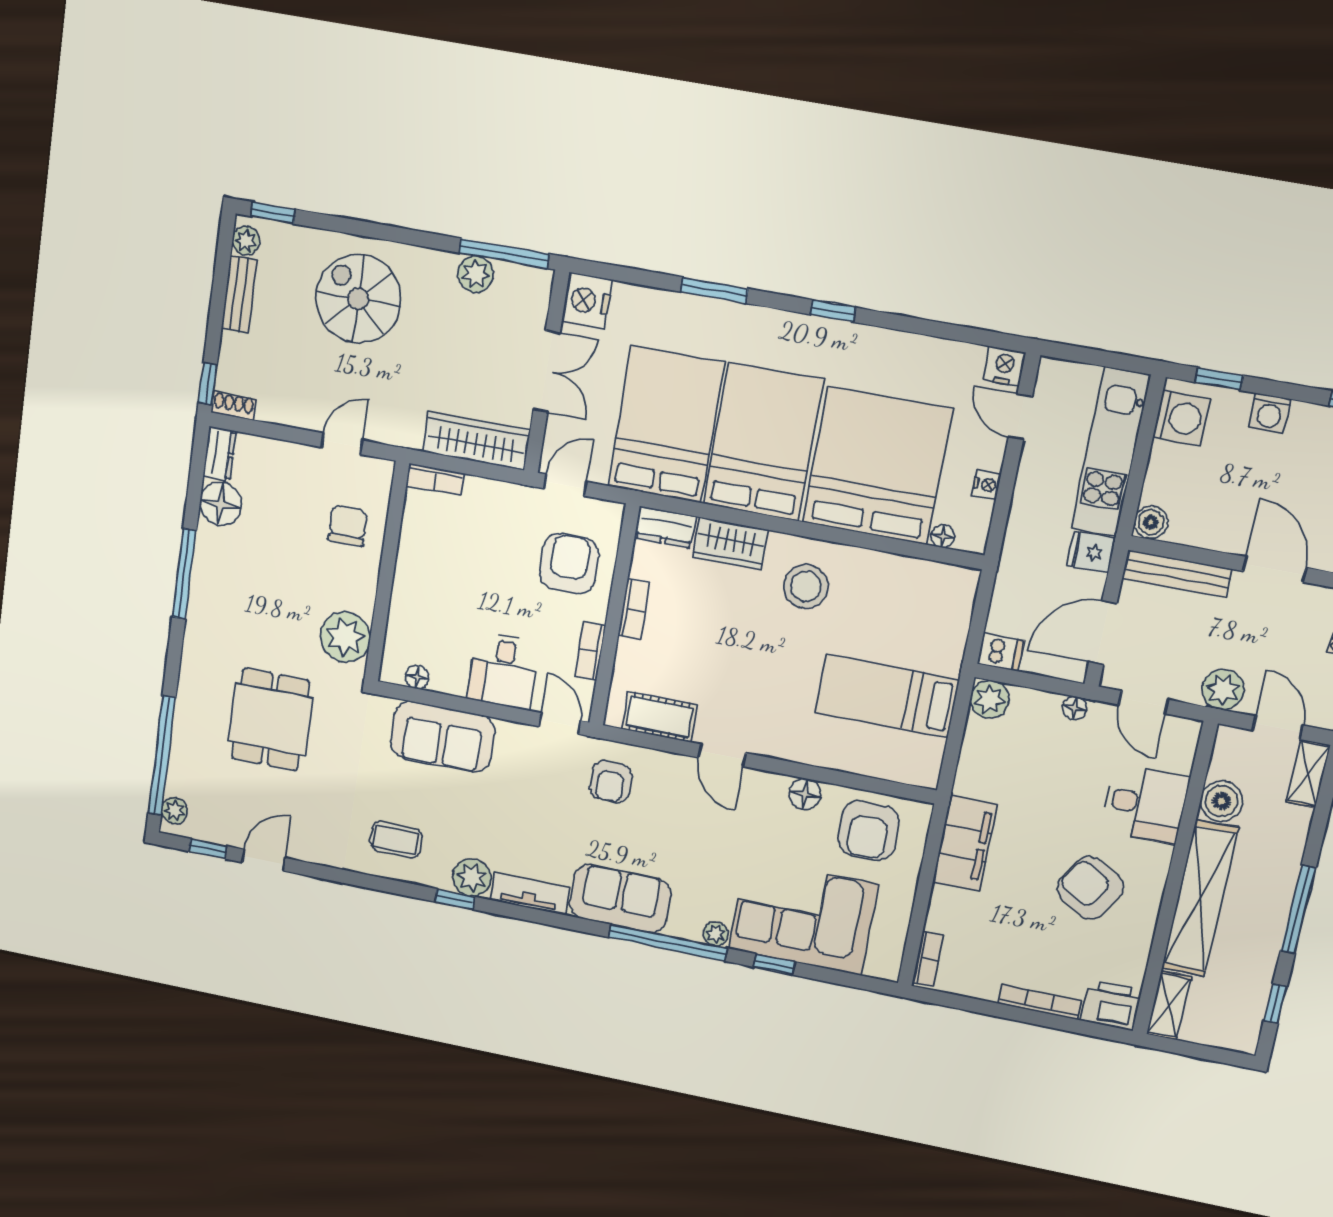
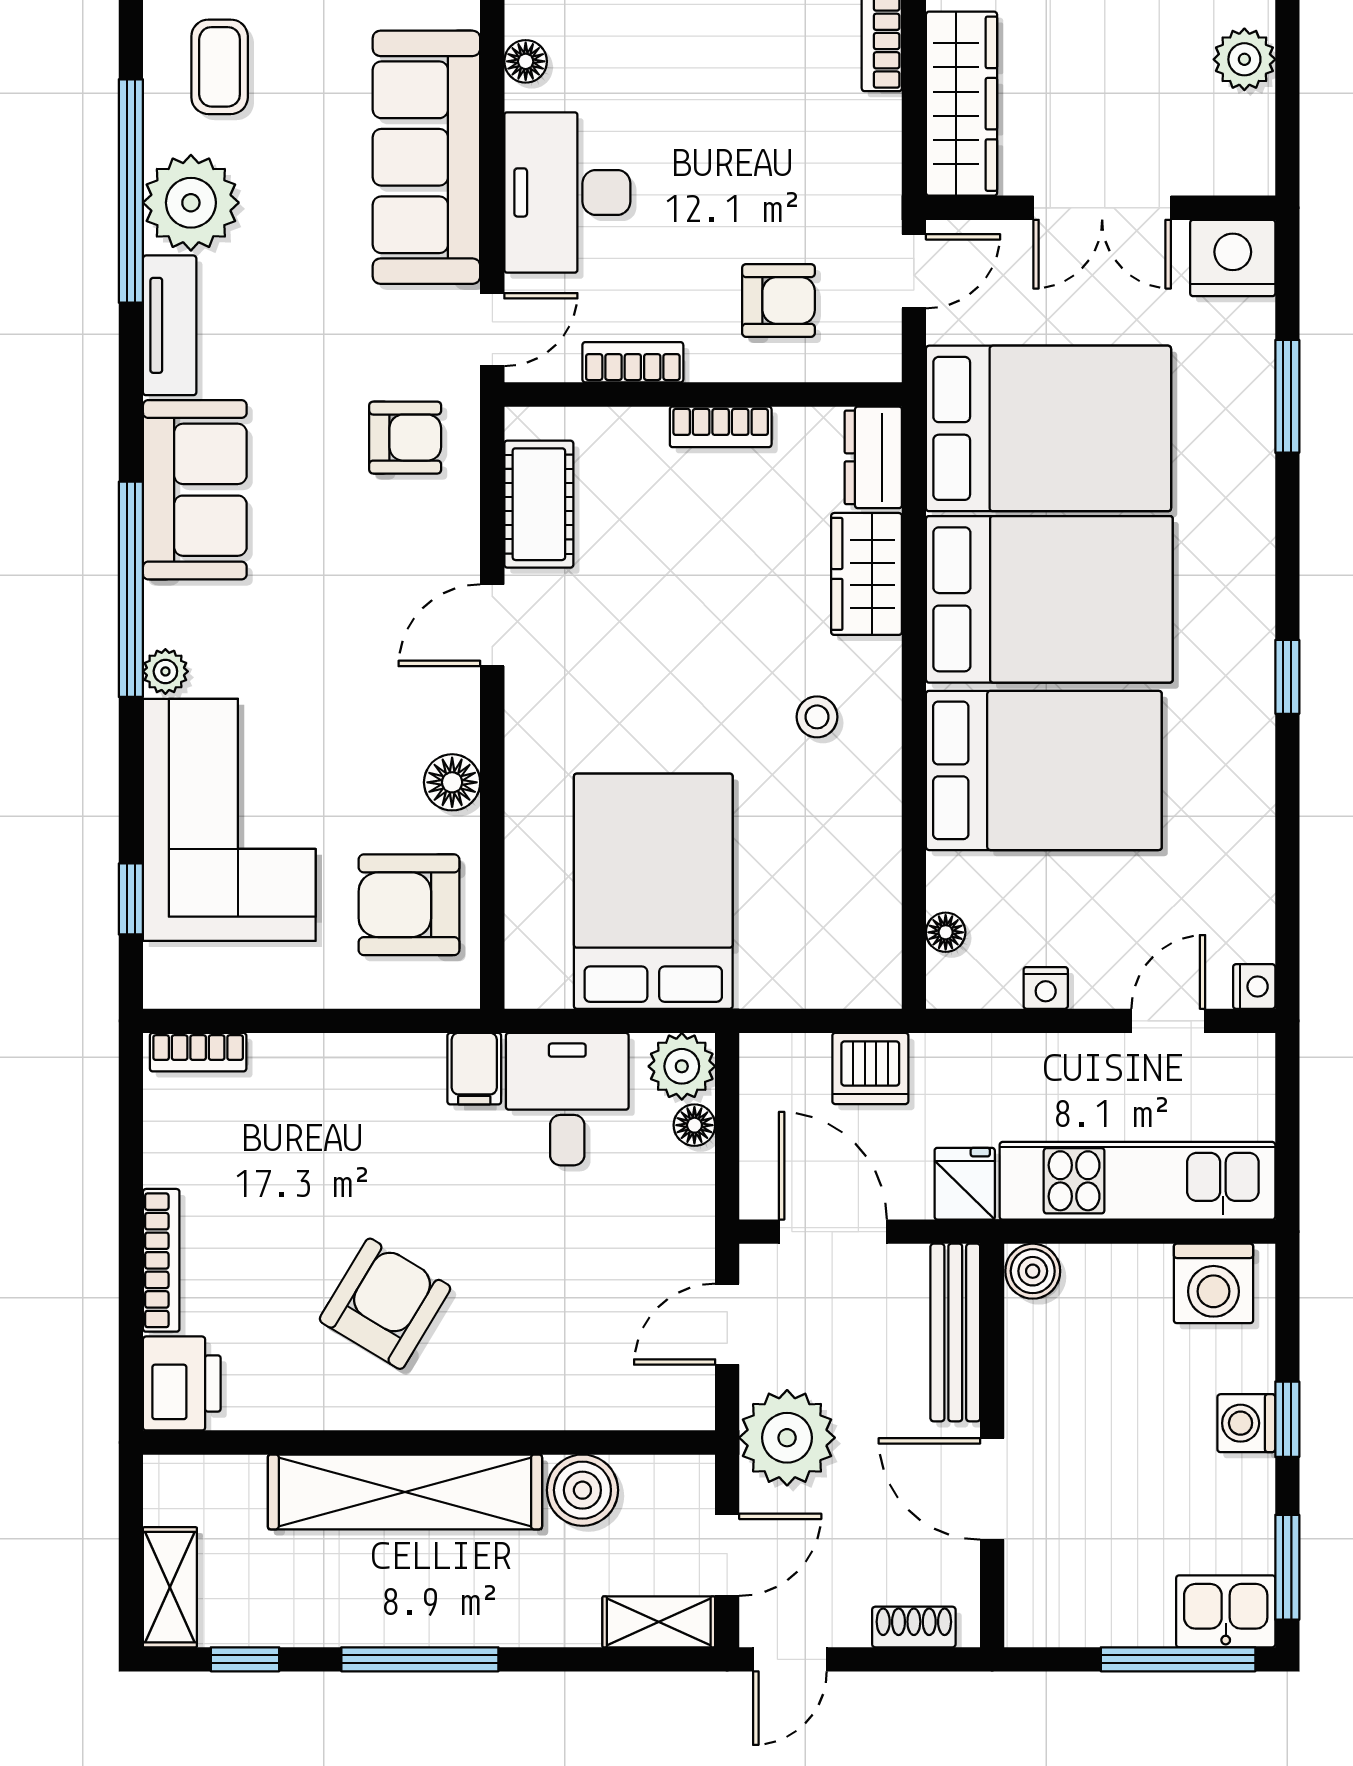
window: (504, 253) -> (1287, 103), removed
window: (714, 290) -> (1287, 396), moved
nightstand: (1004, 366) -> (1254, 986), width x0.72, depth x0.74
window: (1219, 379) -> (1287, 1419), moved
bed: (877, 466) -> (1044, 770), width x0.73
door: (565, 485) -> (914, 271), hinge flipped
armchair: (569, 564) -> (779, 300), width x0.72, depth x0.72
door: (1274, 569) -> (992, 1489), swing flipped
stool: (806, 586) -> (817, 717), width x0.53, depth x0.53
dishwasher: (1001, 652) -> (870, 1068), moved, width x1.38
desk: (503, 671) -> (567, 192), width x1.37
plant: (1223, 690) -> (787, 1438), width x1.36, depth x1.36
bed: (887, 696) -> (653, 891), width x1.50
floor lamp: (1075, 708) -> (694, 1125), moved
sofa: (443, 737) -> (426, 157), width x1.36
armchair: (611, 782) -> (405, 438), turned 180
desk: (1145, 804) -> (567, 1099), moved, turned 180
filing cabinet: (965, 843) -> (474, 1069), width x0.33, depth x0.86
plant: (472, 877) -> (191, 203), width x1.36, depth x1.36
window: (455, 899) -> (131, 191), width x3.17
window: (774, 964) -> (131, 899), moved
shelving: (1169, 1005) -> (170, 1587), moved, turned 90

